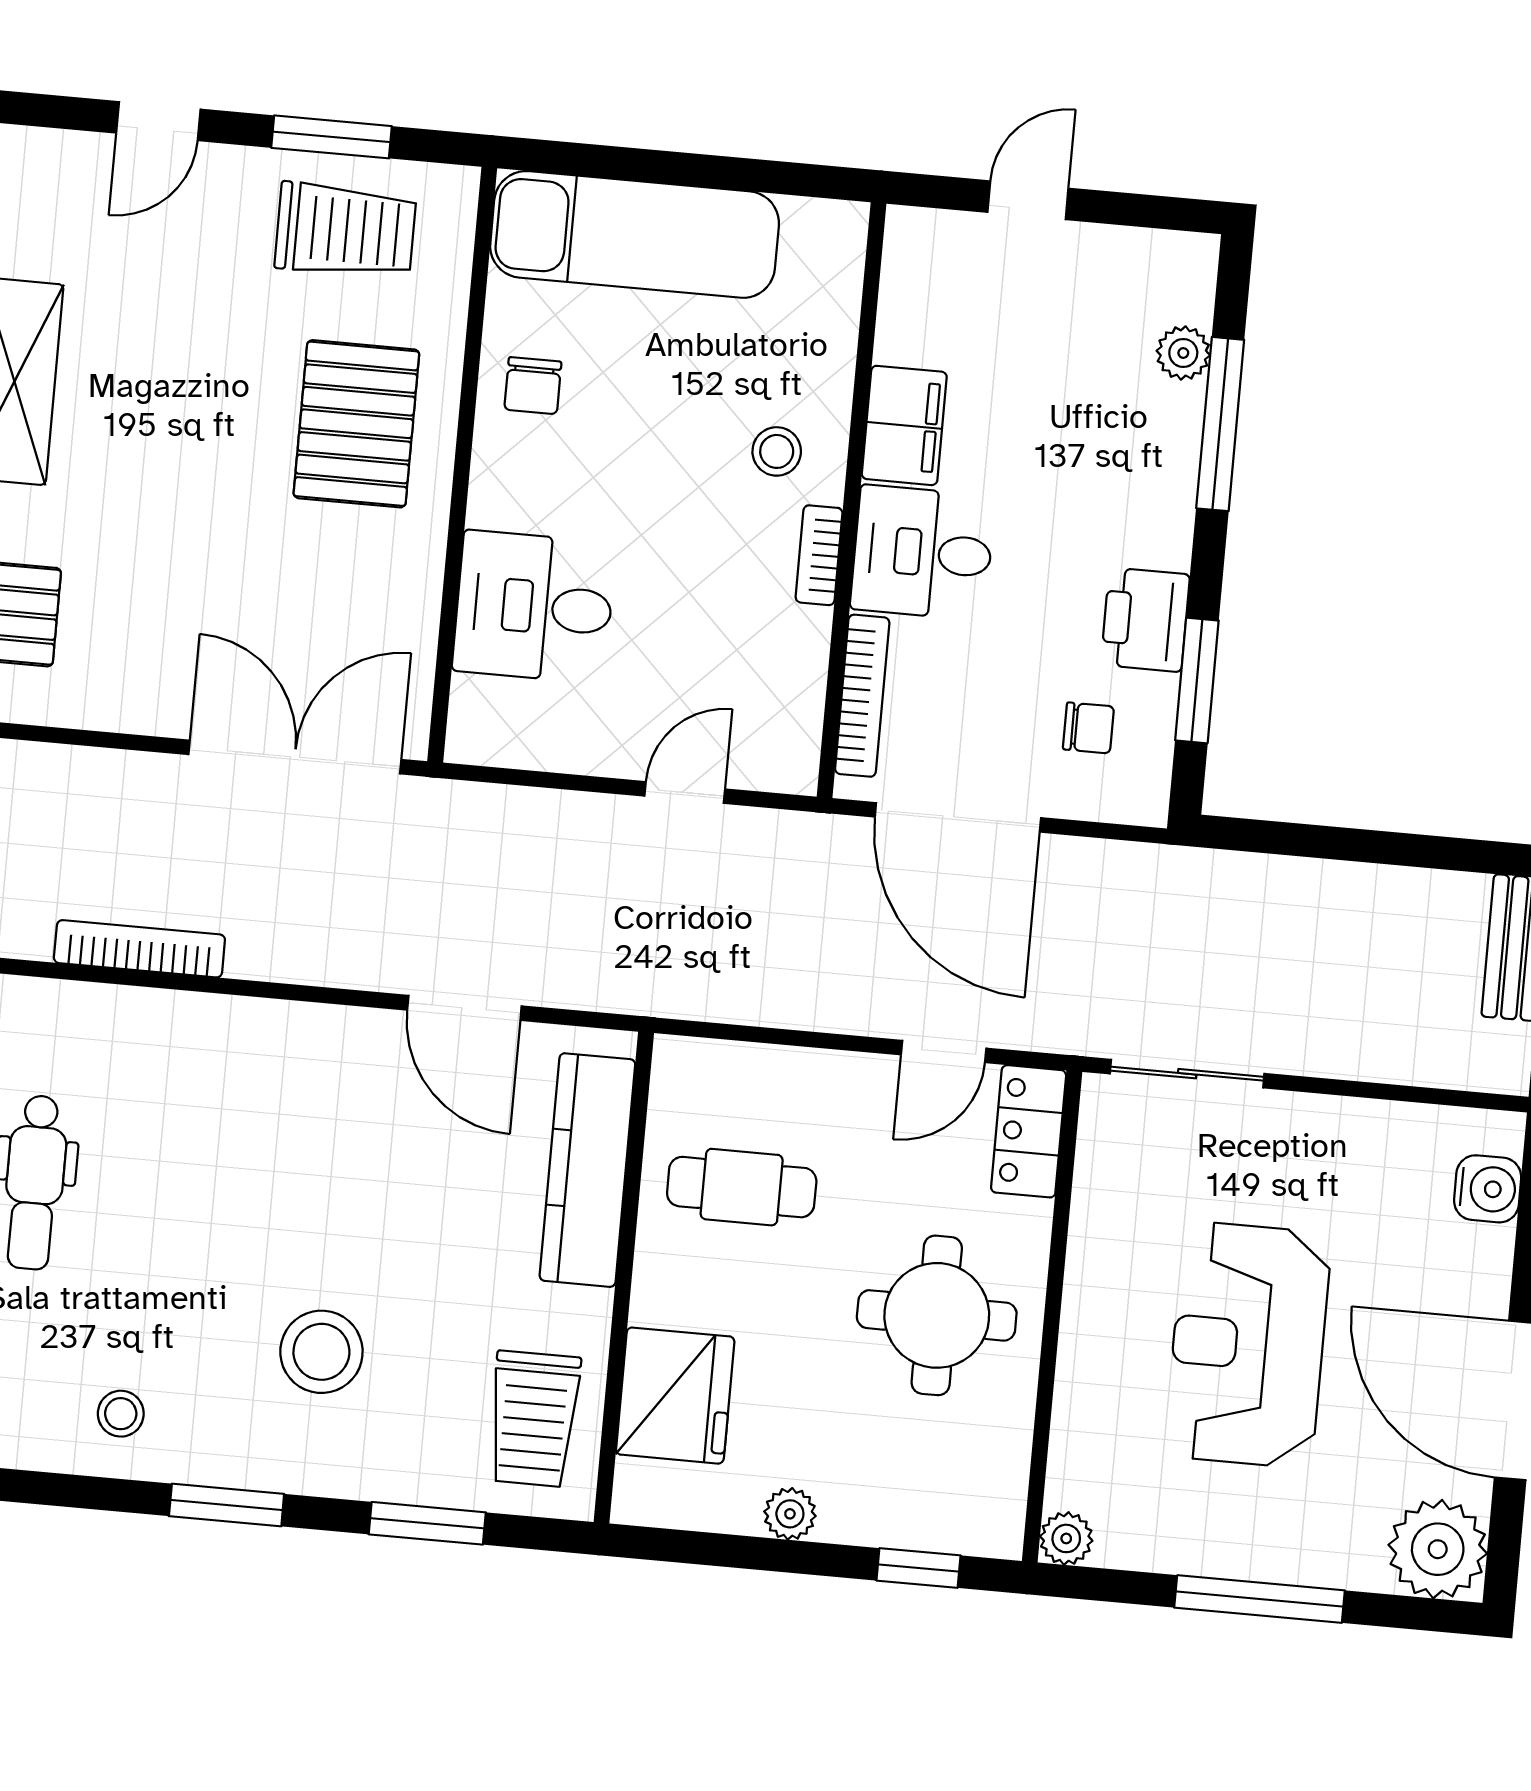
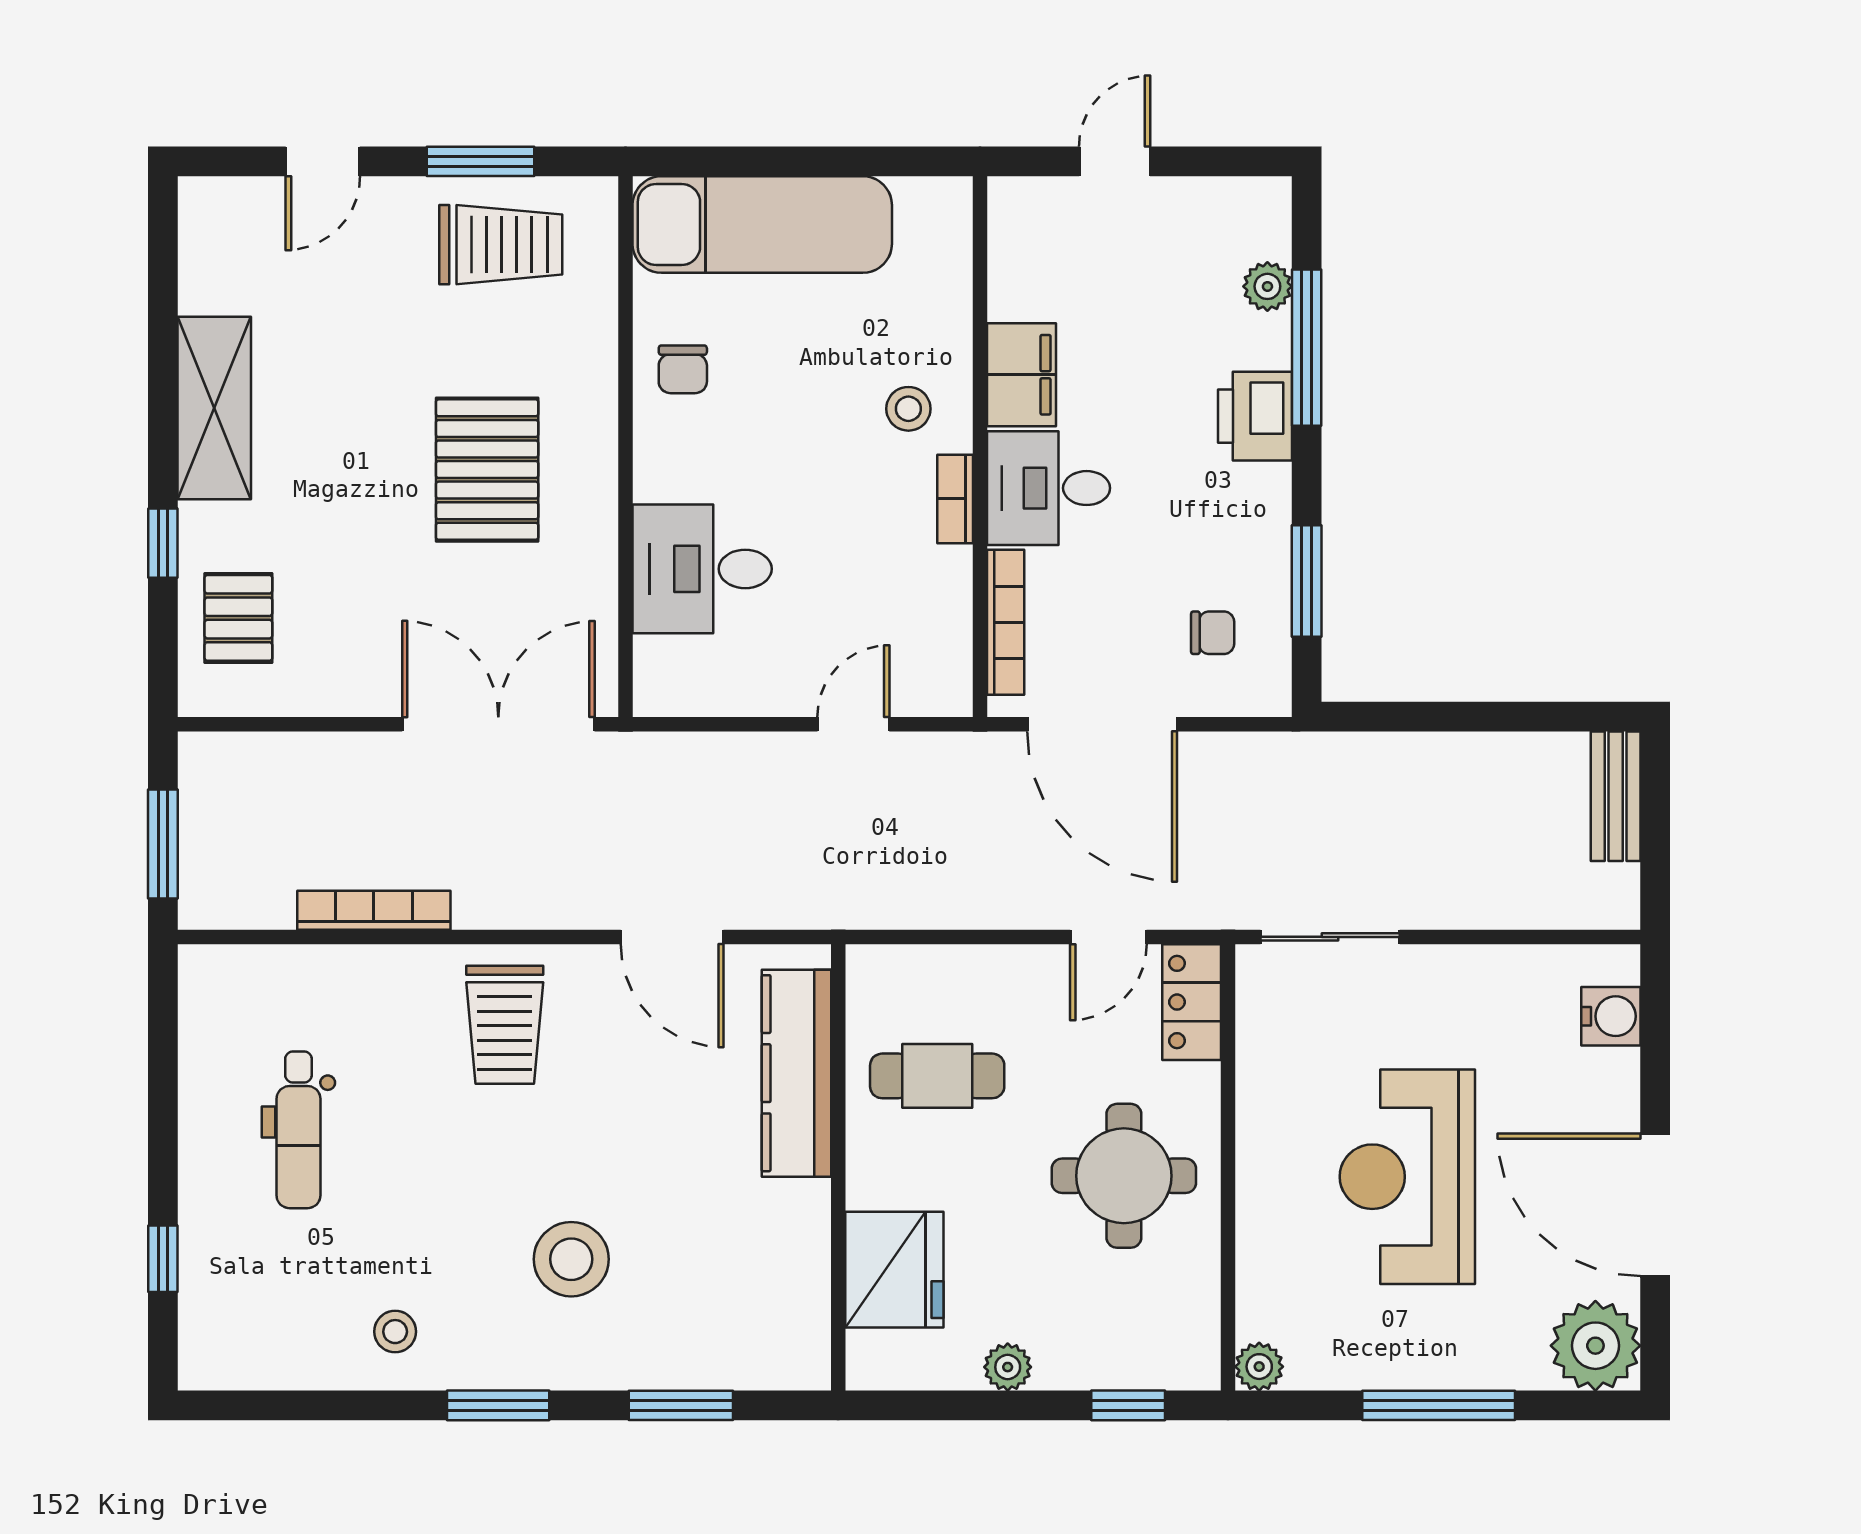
pallet: (356, 424) -> (487, 470), moved
printer: (1145, 620) -> (1255, 416), moved
trolley: (534, 1419) -> (505, 1025), moved

